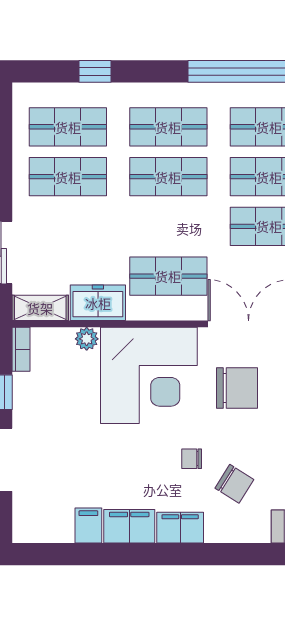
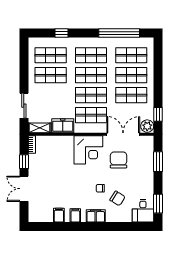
shop shelf: (168, 226) -> (91, 95), added
plant: (87, 339) -> (58, 140), removed
corner desk: (149, 375) -> (88, 150), width x0.74, depth x0.74
chair: (237, 388) -> (119, 160), turned -90
filing cabinet: (129, 526) -> (75, 215), width x0.50

